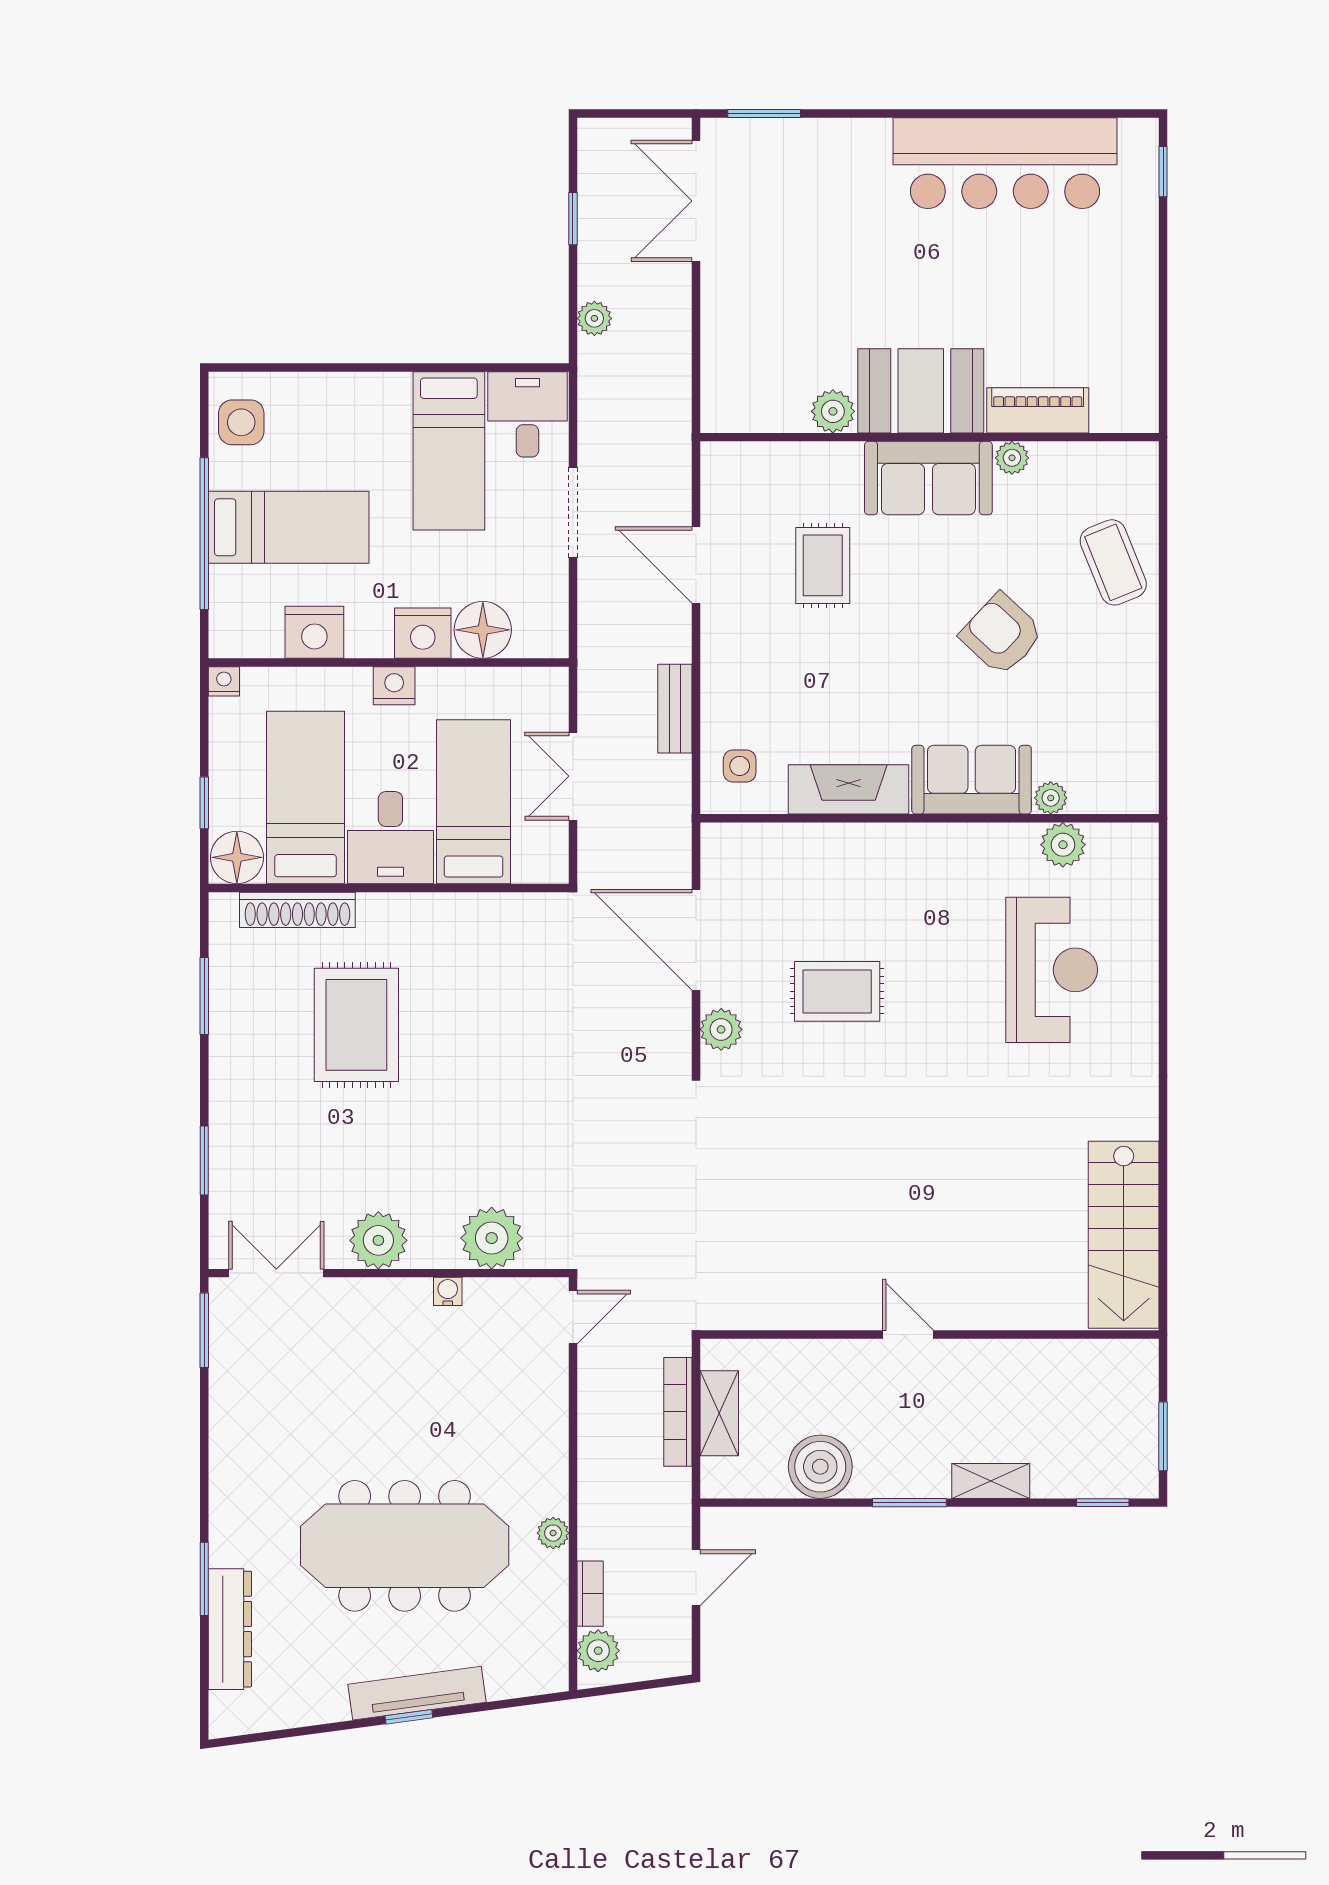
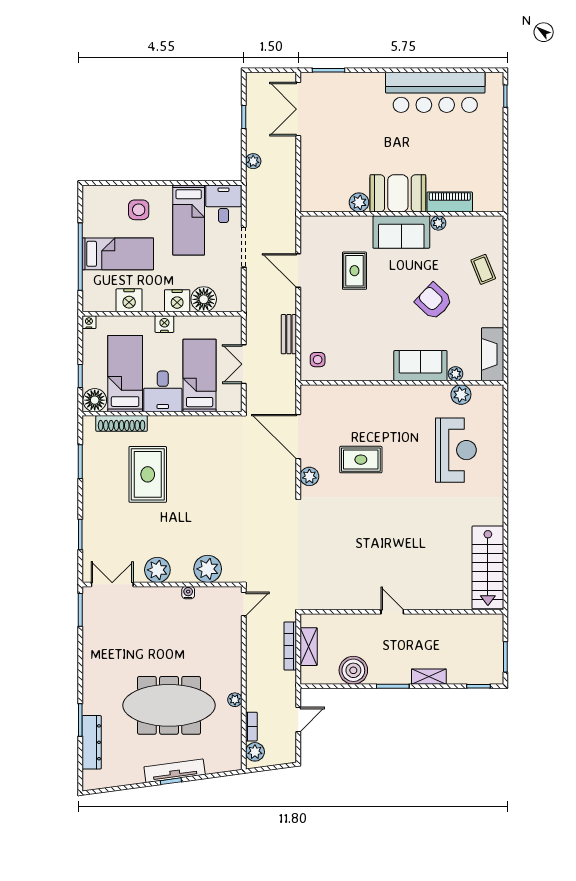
side table: (241, 422) -> (139, 210), moved
coffee table: (1113, 562) -> (483, 269), width x0.73, depth x0.77
fireplace: (849, 789) -> (493, 354), moved, turned -90

